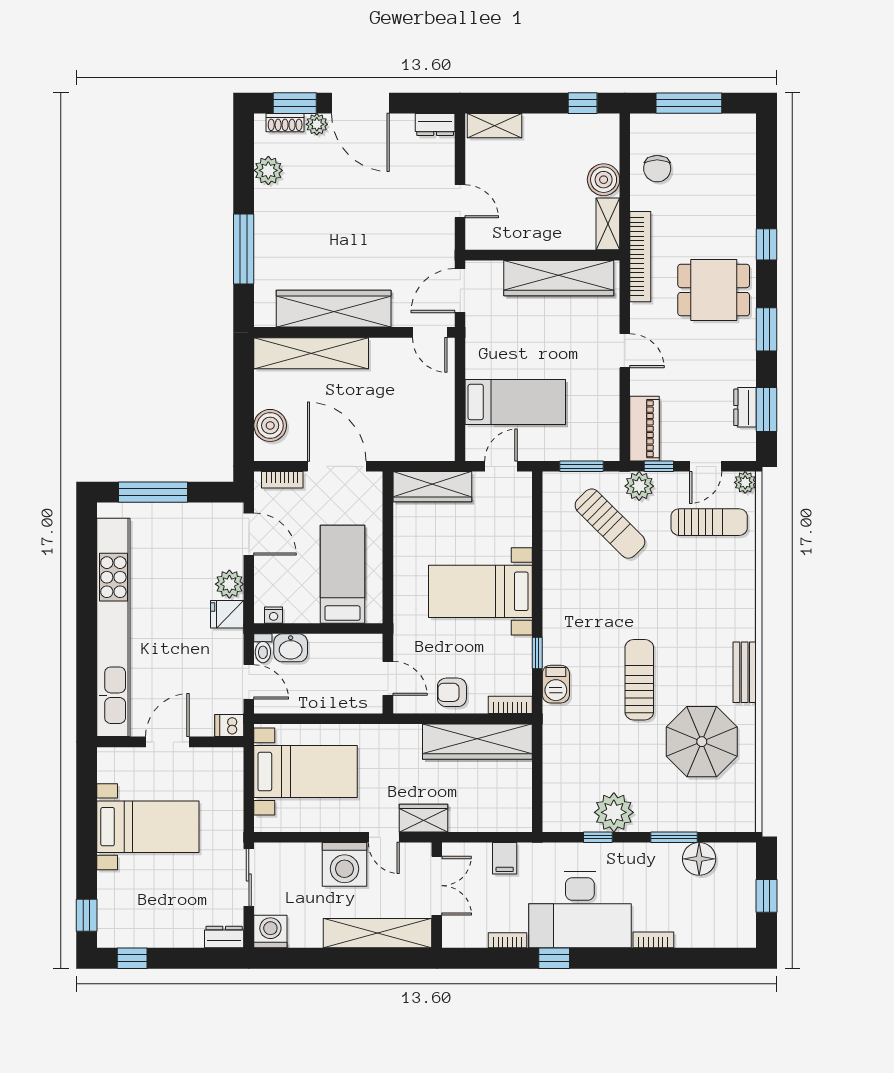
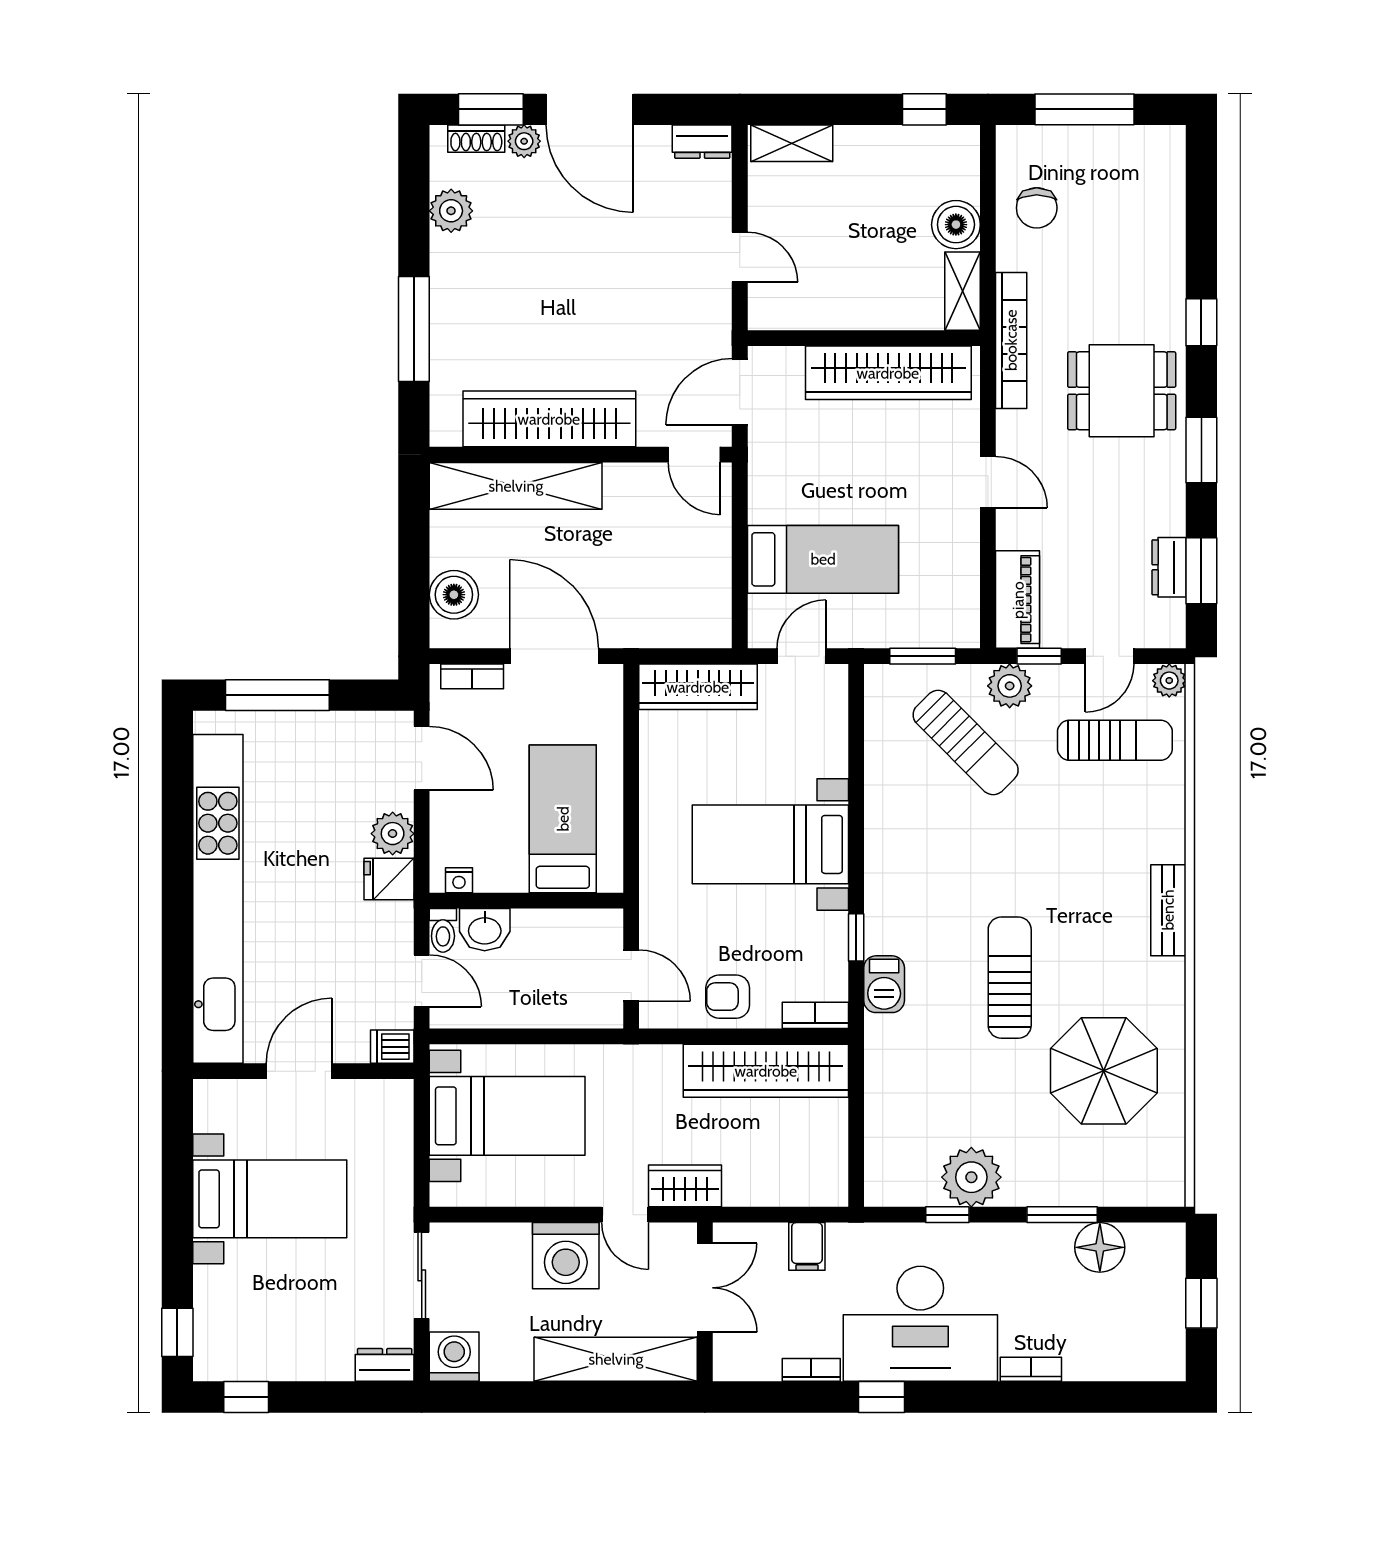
bench: (745, 672) -> (1168, 910), moved

